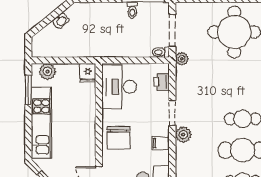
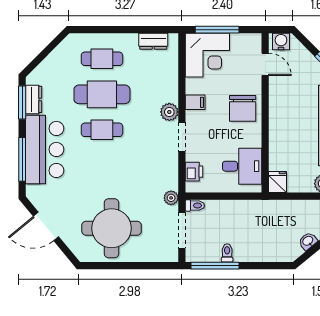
desk: (119, 87) -> (242, 166), width x0.73
chair: (119, 138) -> (243, 108), turned 180

